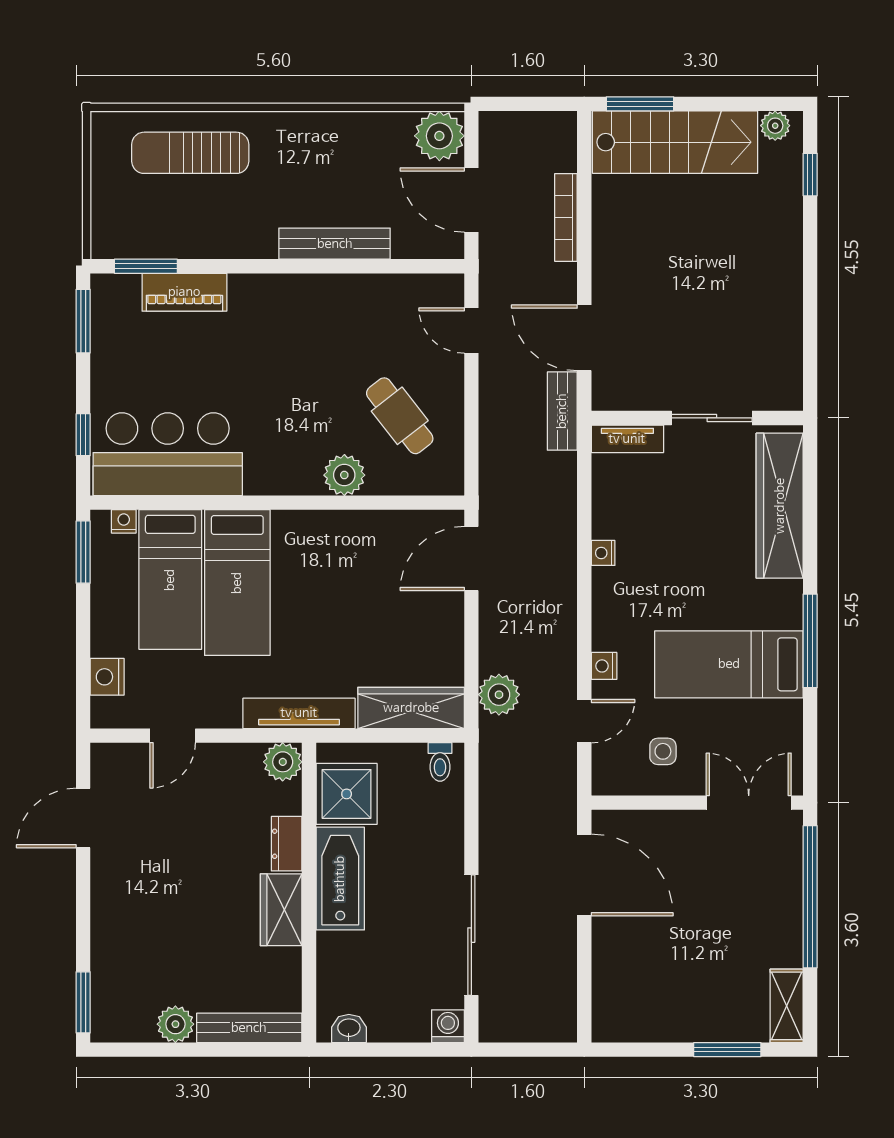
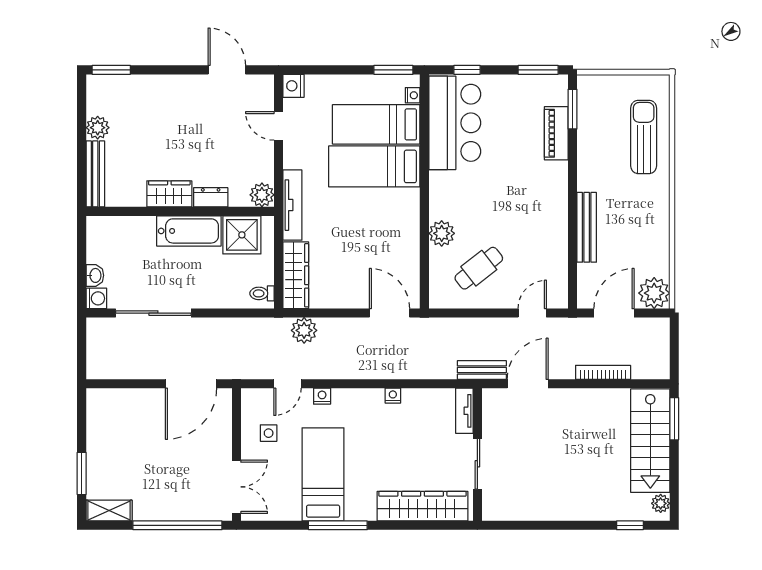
nightstand: (107, 677) -> (293, 86), moved, turned -90
door: (584, 721) -> (287, 384), hinge flipped
washbasin: (349, 1029) -> (95, 275), moved

